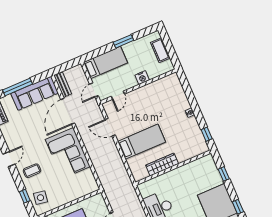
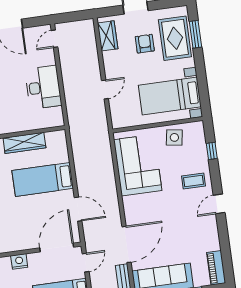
door: (118, 95) -> (57, 247), width x1.88
corner sofa: (68, 153) -> (138, 165), moved
side table: (40, 198) -> (174, 137), moved

